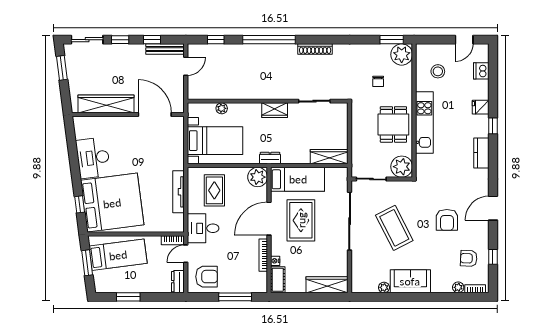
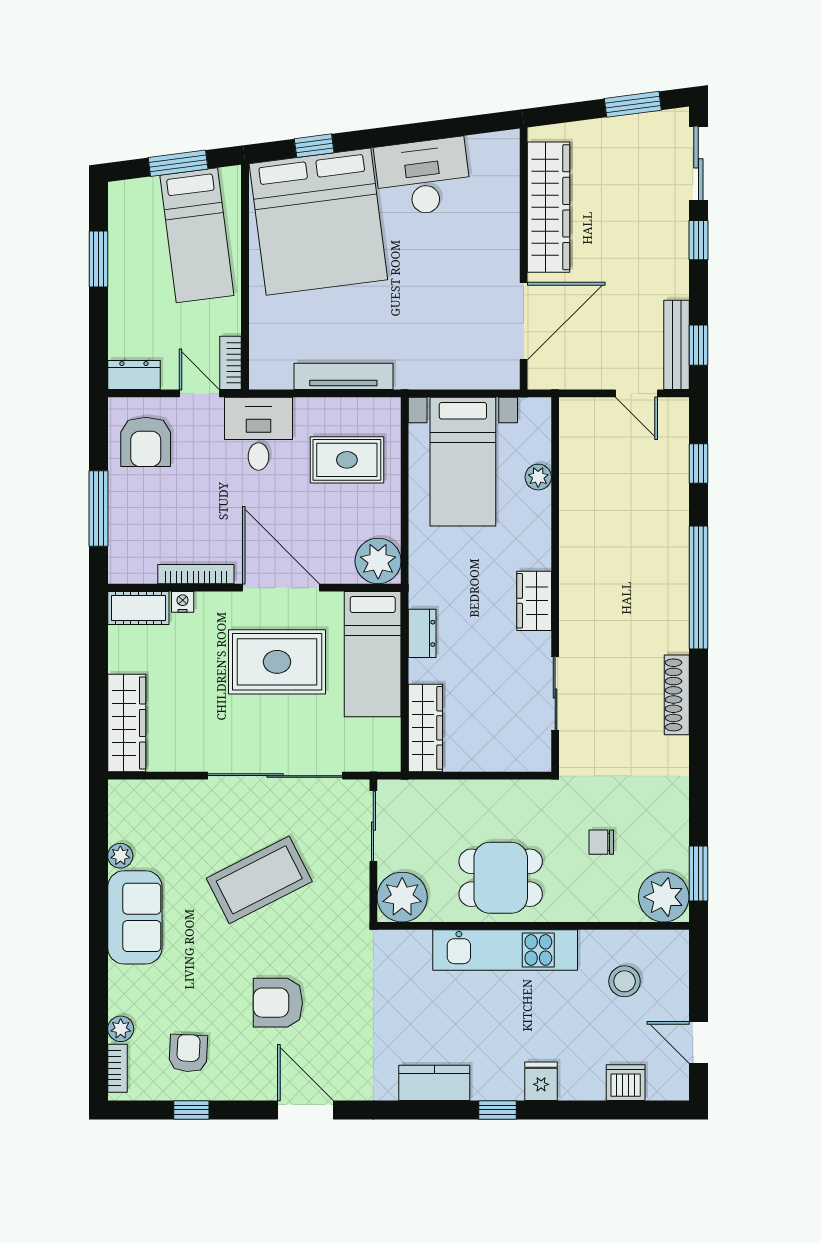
window: (152, 40) -> (698, 345), moved
dresser: (270, 158) -> (422, 633), moved

